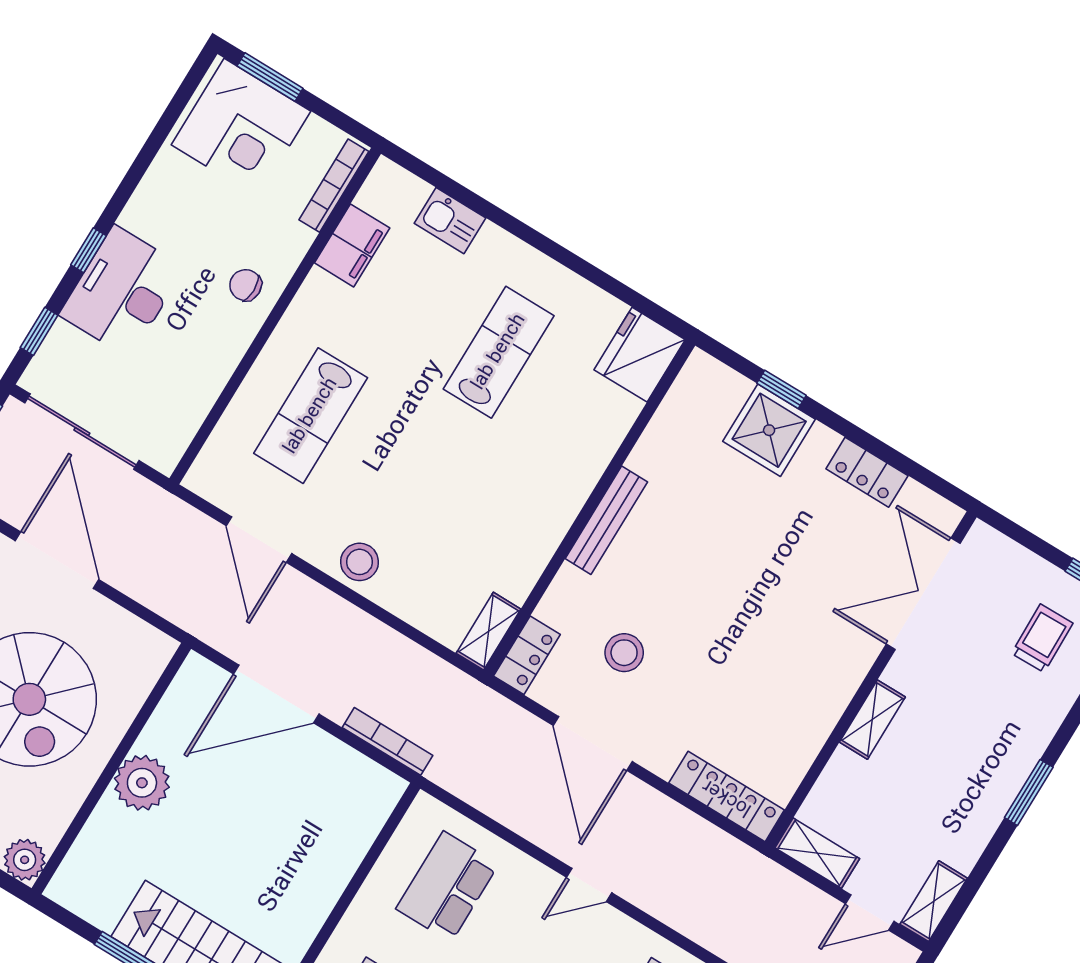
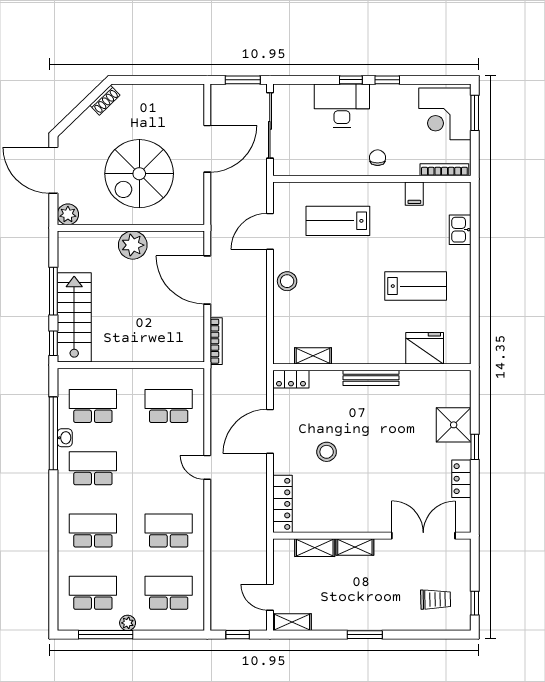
filing cabinet: (352, 245) -> (414, 194), width x0.50
window: (39, 331) -> (387, 80), moved
fridge: (640, 355) -> (425, 348), moved
window: (781, 389) -> (475, 447), moved
shelving: (488, 631) -> (313, 356), moved
stool: (624, 653) -> (327, 452), moved
shelving: (817, 853) -> (315, 548), moved, turned 90

